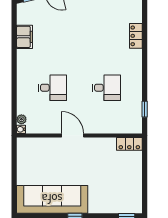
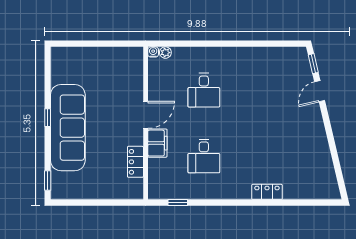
filing cabinet: (24, 37) -> (157, 143), moved, turned -90
locker: (129, 144) -> (135, 162), moved
sofa: (52, 199) -> (68, 128), moved

